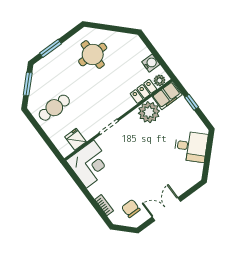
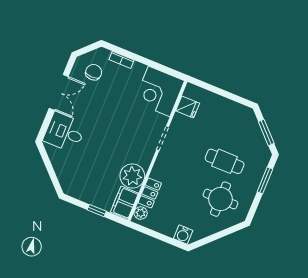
water cooler: (151, 63) -> (183, 235), moved
cafe table: (54, 108) -> (225, 161), moved, turned 90
desk: (191, 146) -> (65, 132), moved, turned 45
chair: (131, 208) -> (94, 72), turned -90

